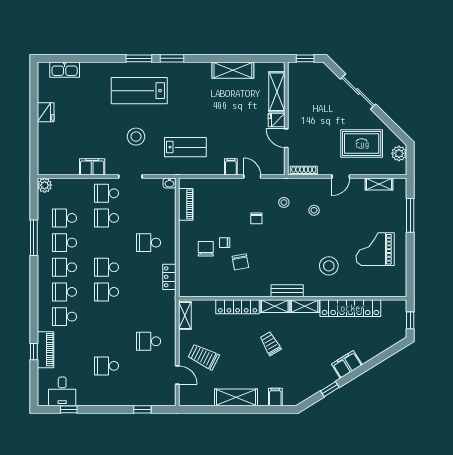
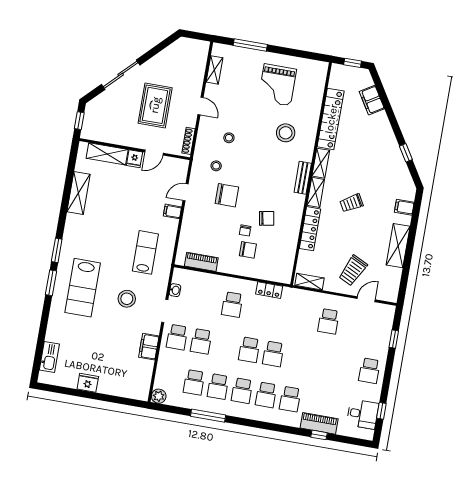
rug: (362, 144) -> (155, 105), moved
plant: (399, 153) -> (188, 45), removed
washbasin: (169, 183) -> (175, 290), moved
chair: (256, 218) -> (227, 195), width x1.87, depth x1.87
chair: (206, 249) -> (248, 250), turned 180
filing cabinet: (347, 364) -> (372, 100), moved
school desk: (107, 366) -> (369, 371), moved

